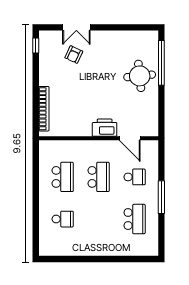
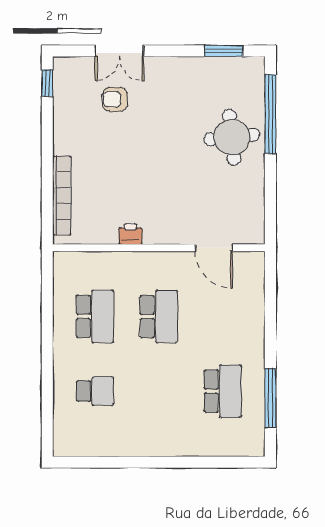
window: (135, 27) -> (224, 51), added
armchair: (74, 55) -> (115, 99), turned 65
printer: (105, 128) -> (130, 234), moved, width x0.53, depth x0.68
school desk: (135, 177) -> (223, 316), removed
window: (161, 197) -> (270, 398), moved

